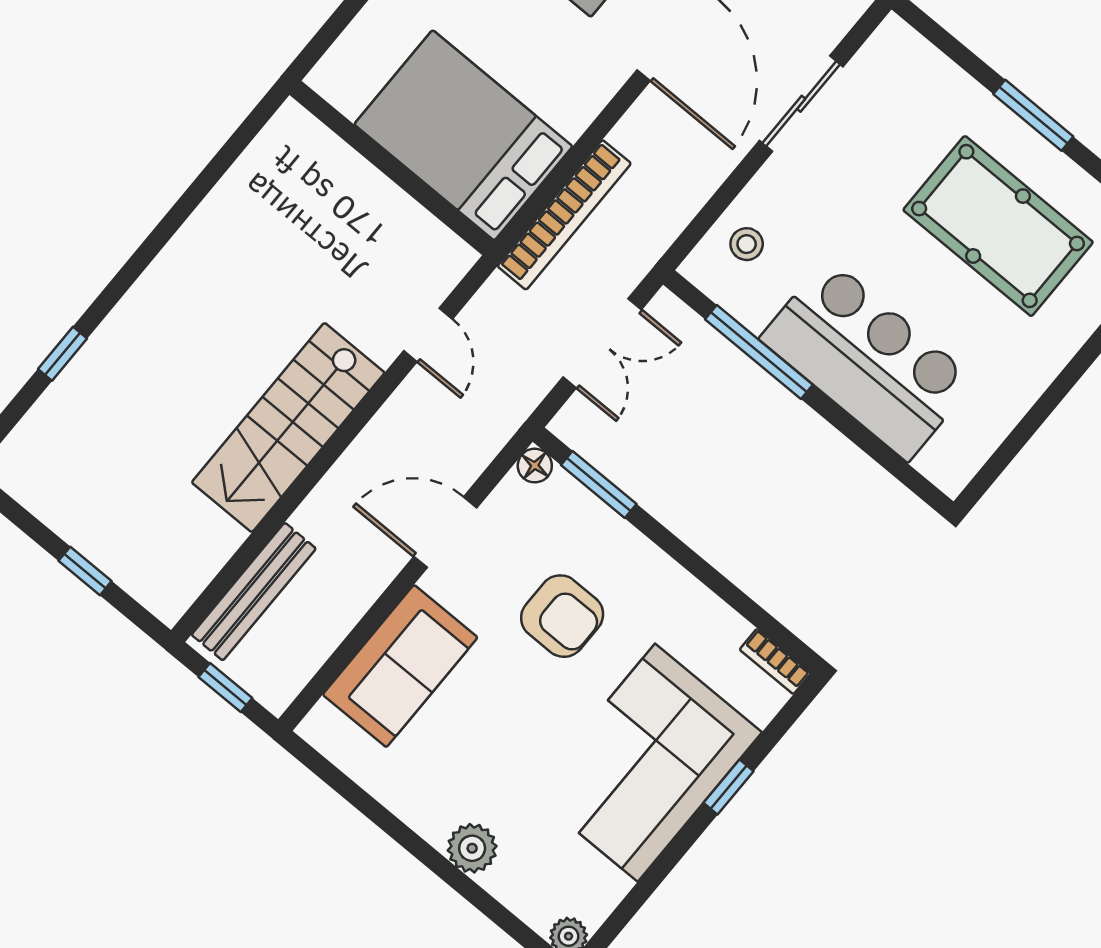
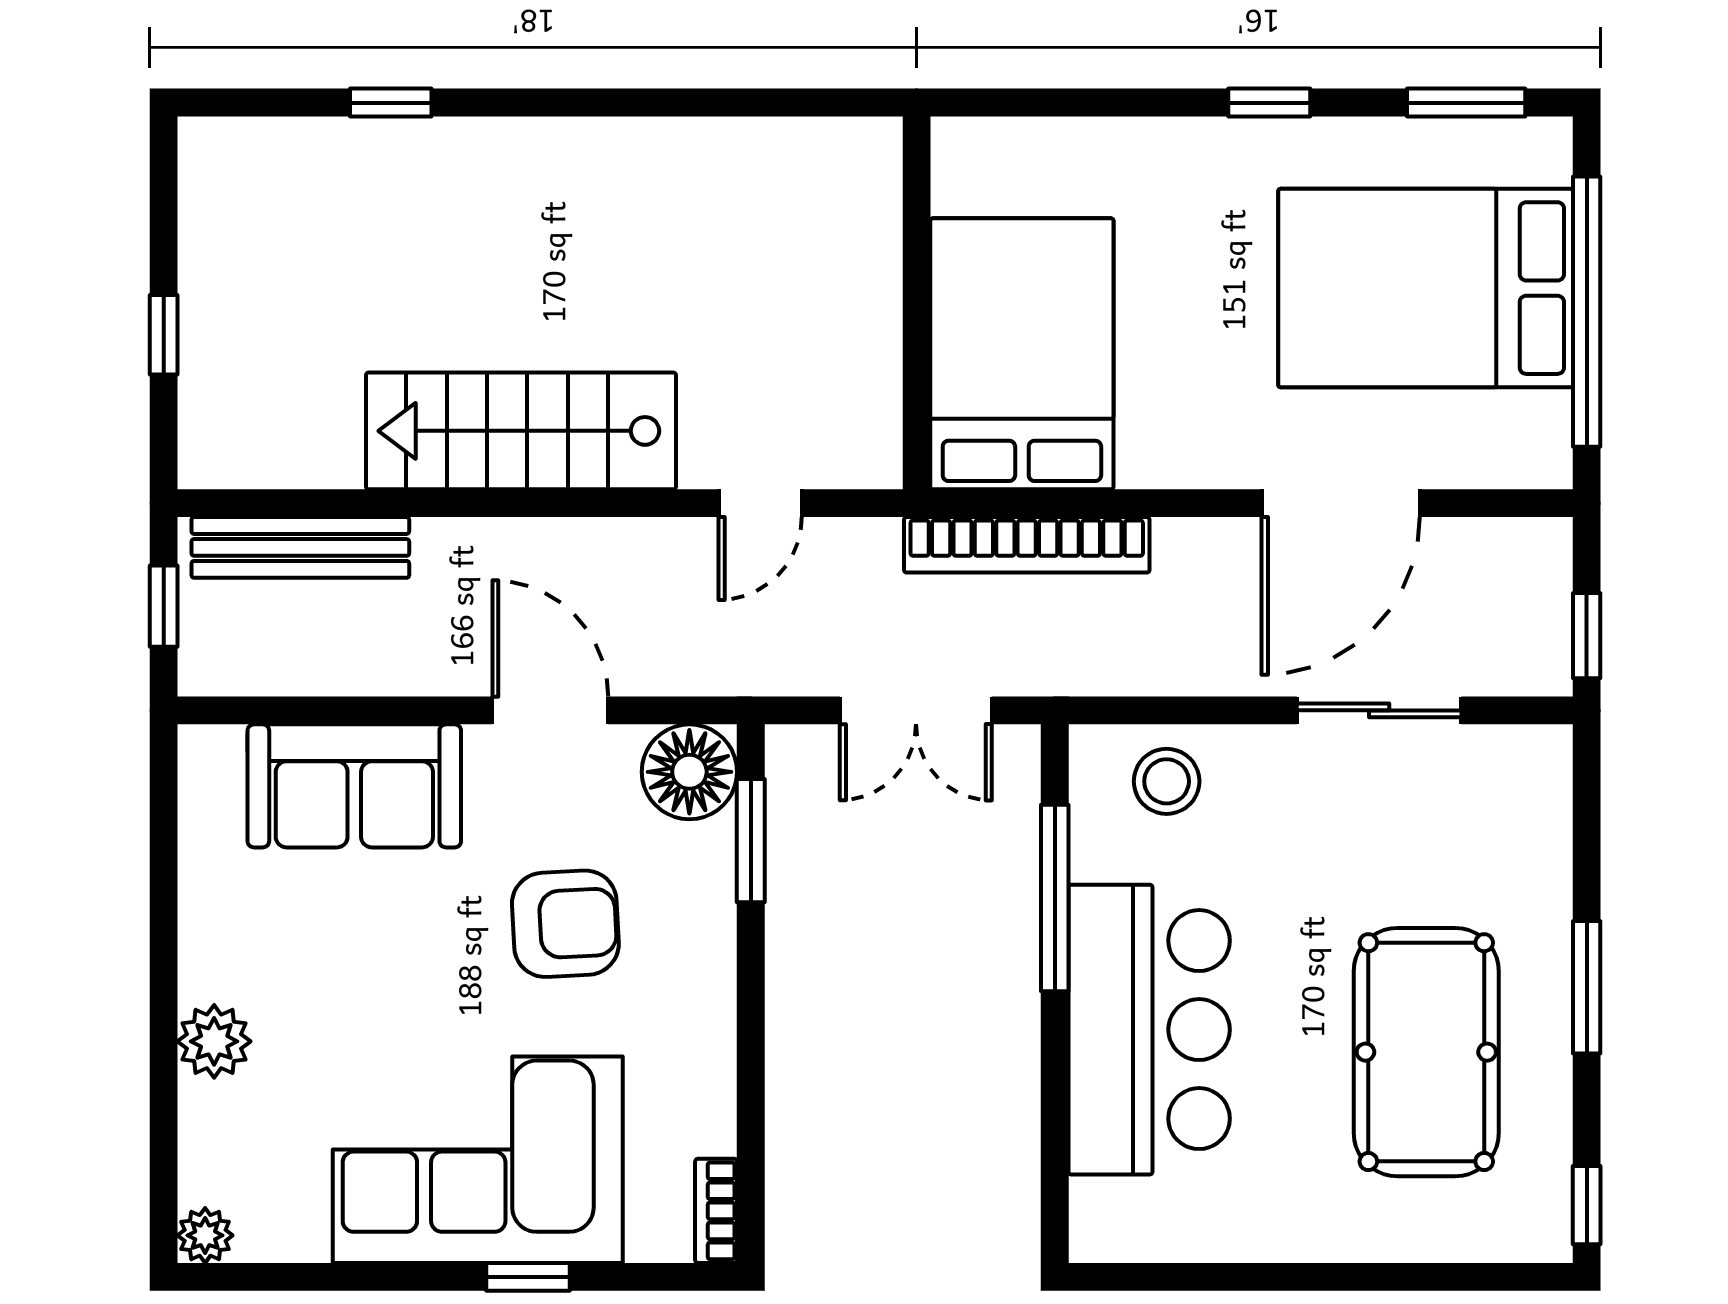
stool: (747, 244) -> (1167, 781), width x1.37, depth x1.37
floor lamp: (535, 466) -> (689, 772), width x1.89, depth x1.89
armchair: (562, 616) -> (565, 924), turned -93

